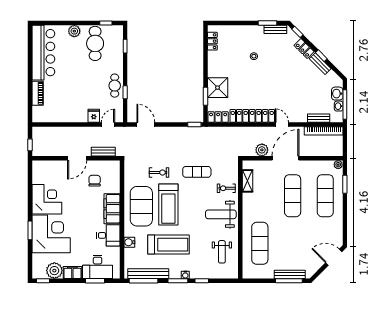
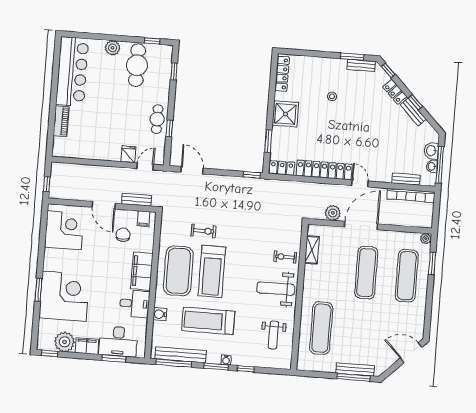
locker: (212, 41) -> (282, 74), width x1.53
shower: (218, 88) -> (285, 114), moved
door: (77, 158) -> (104, 205), hinge flipped
filing cabinet: (110, 167) -> (144, 219), added
exercise mat: (197, 172) -> (250, 234), removed
corner desk: (47, 199) -> (64, 230), moved
treadmill: (169, 245) -> (208, 321), turned 180

